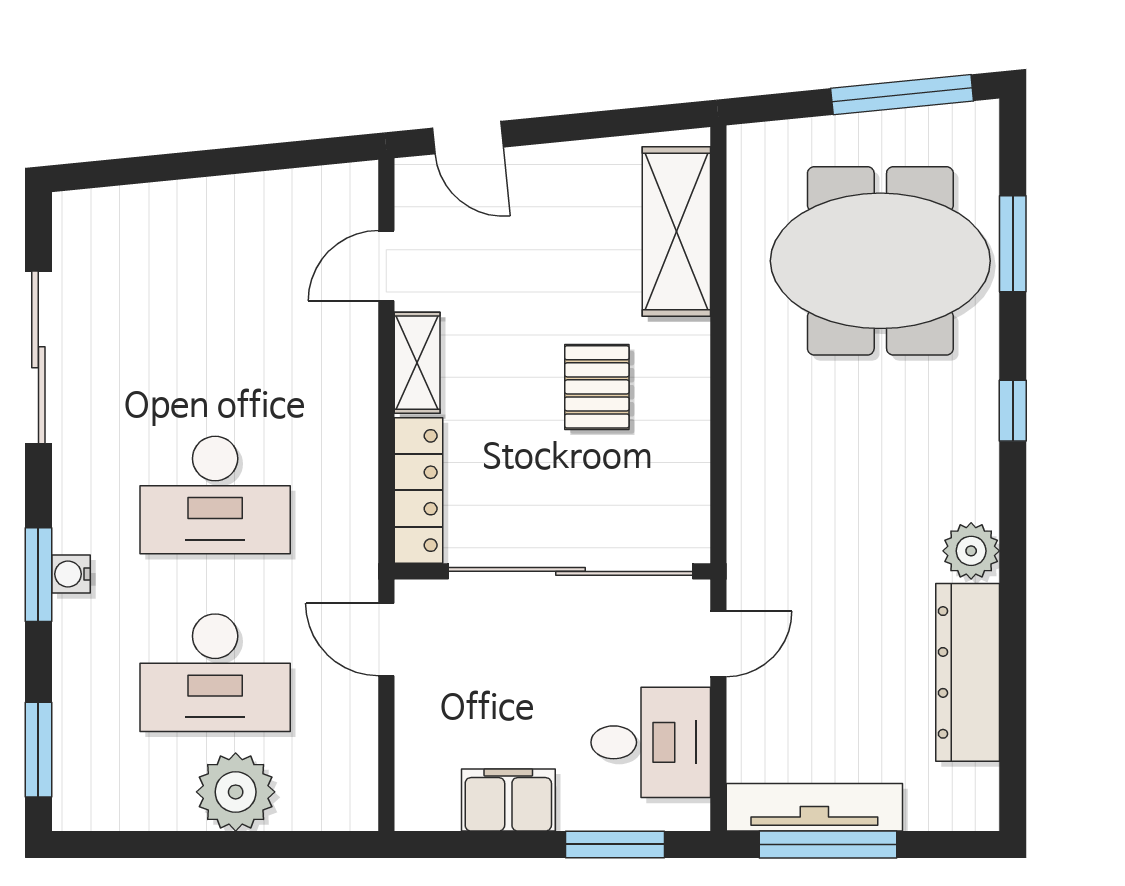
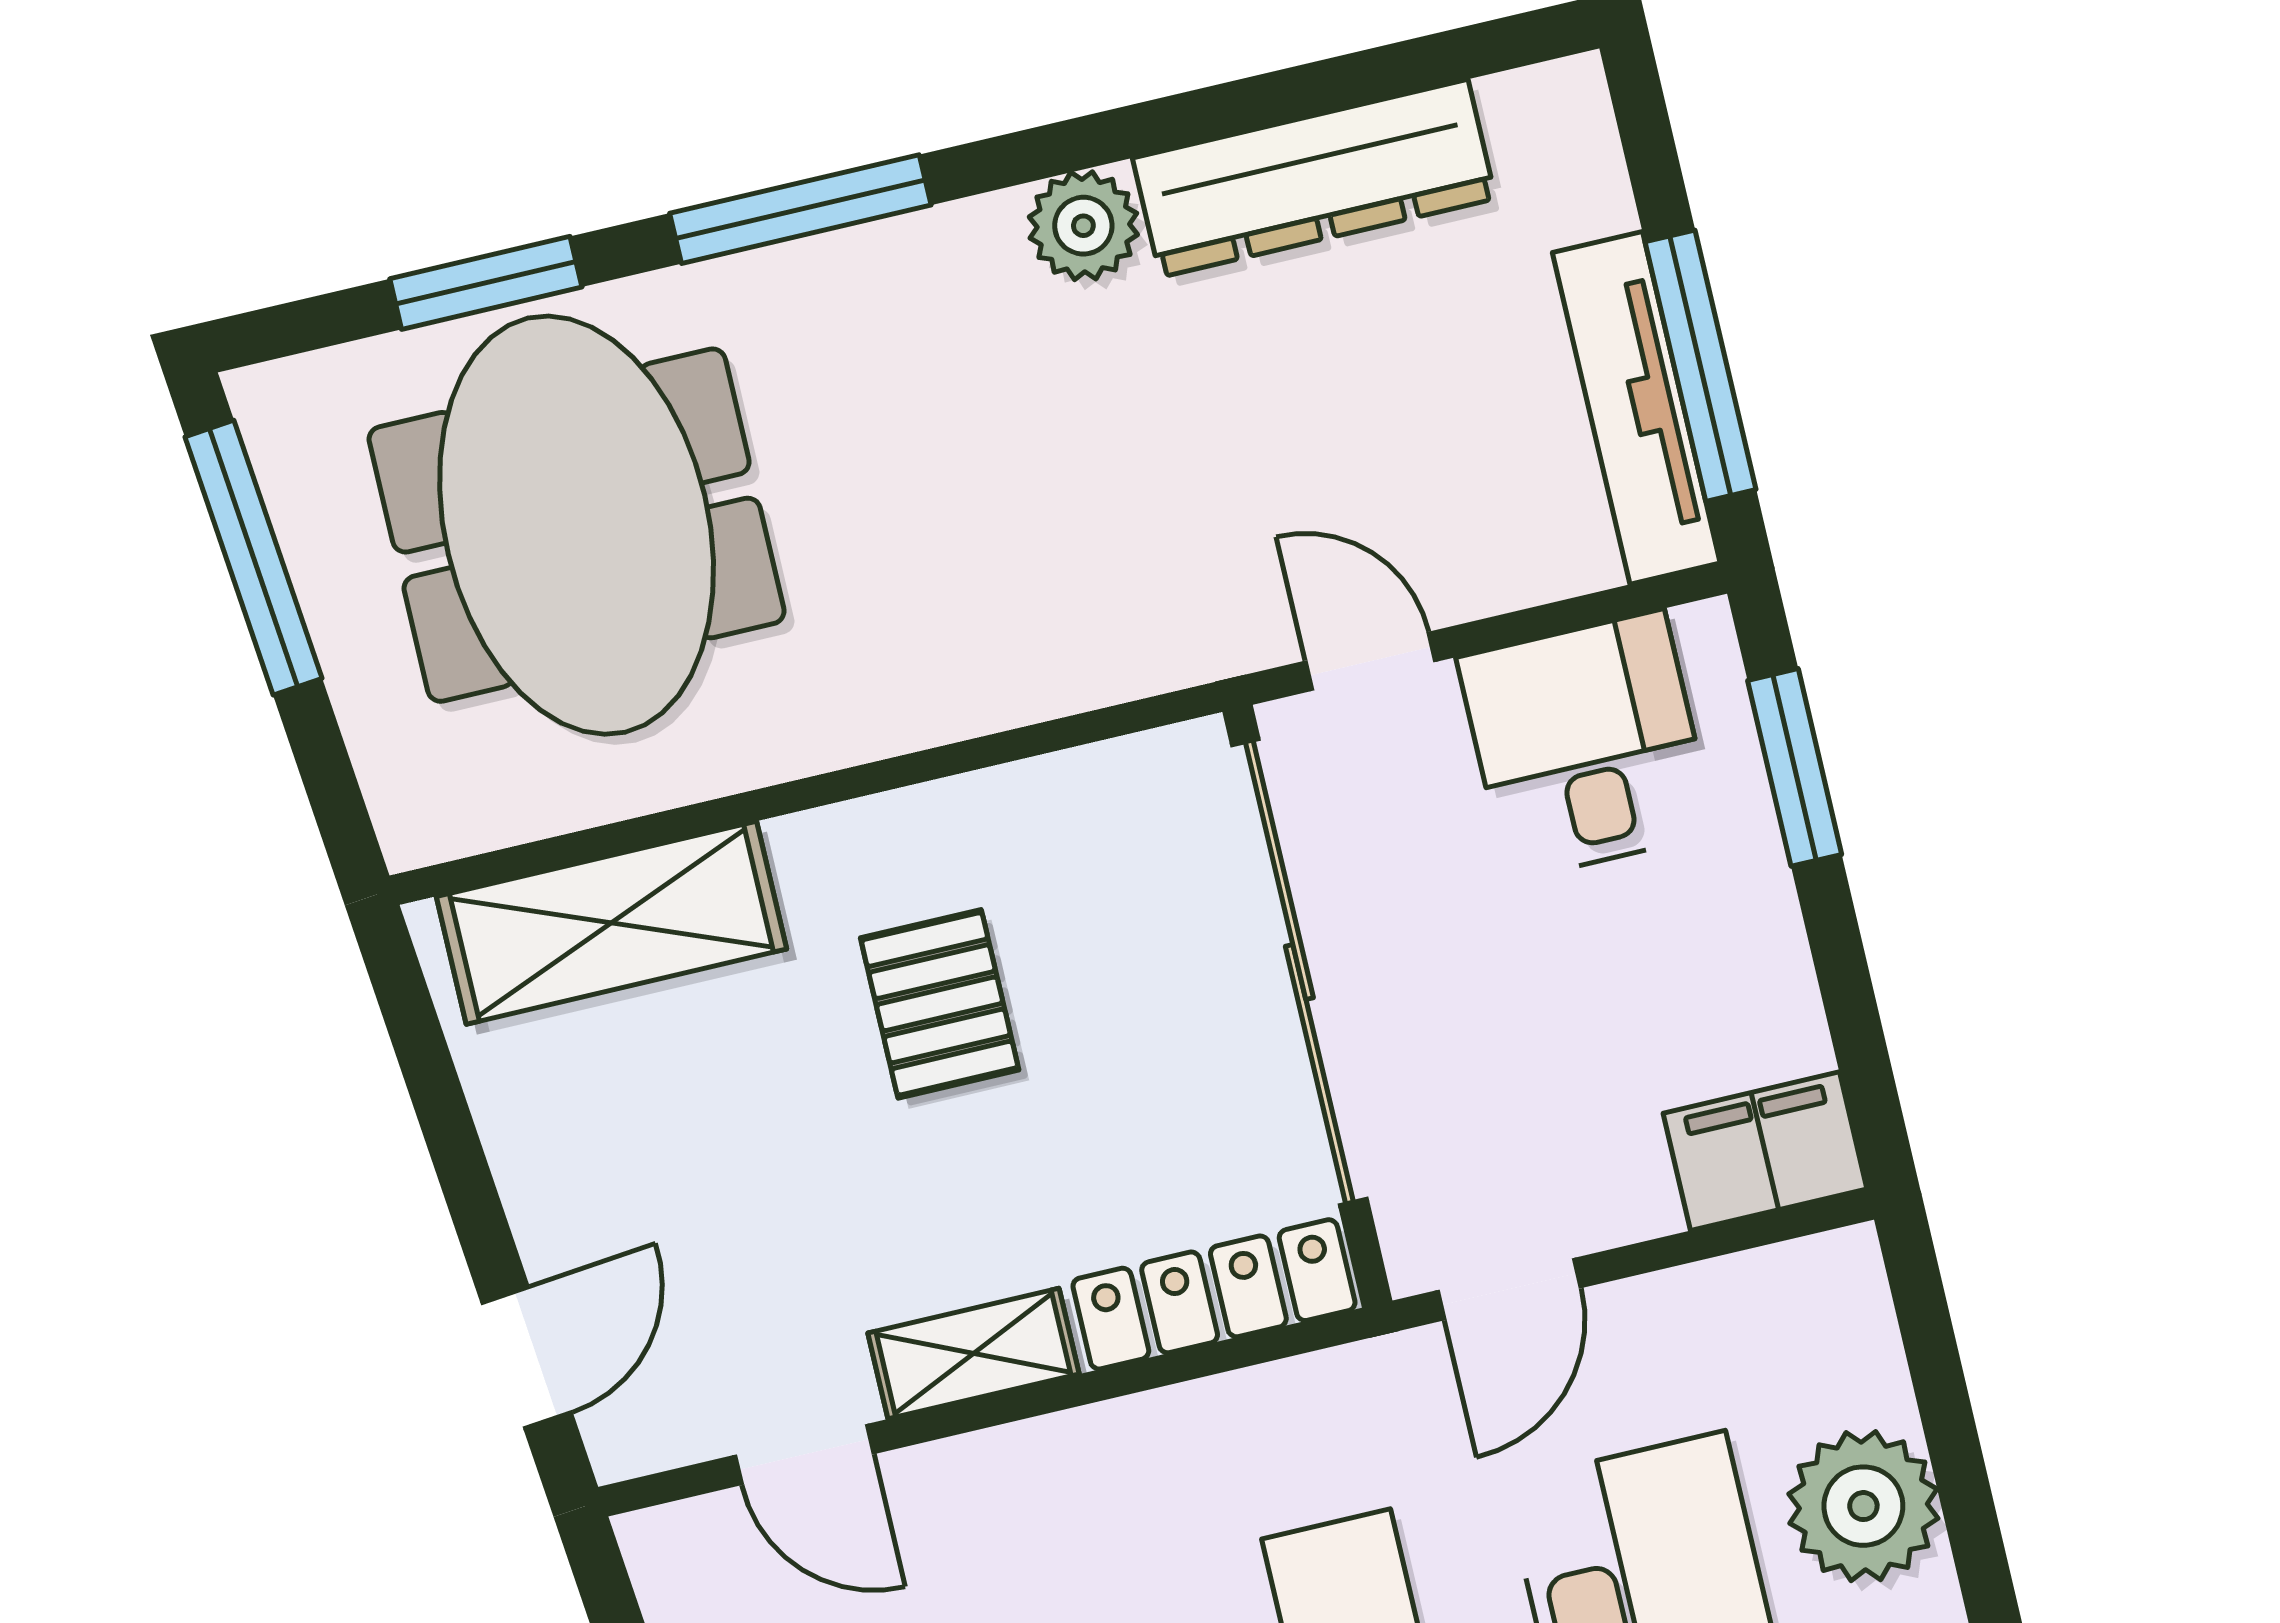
pallet: (597, 387) -> (940, 1004), turned 90
window: (1013, 411) -> (800, 209), width x2.17
filing cabinet: (508, 800) -> (1765, 1151), moved, turned 90

